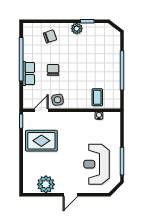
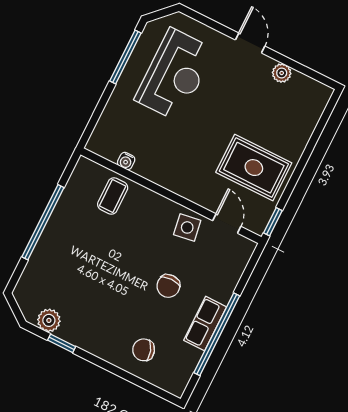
plant: (77, 29) -> (49, 320), moved
row of seats: (29, 74) -> (205, 324), moved
door: (41, 110) -> (227, 223), swing flipped
plant: (46, 184) -> (282, 73), width x0.53, depth x0.53
door: (70, 195) -> (250, 43), hinge flipped

